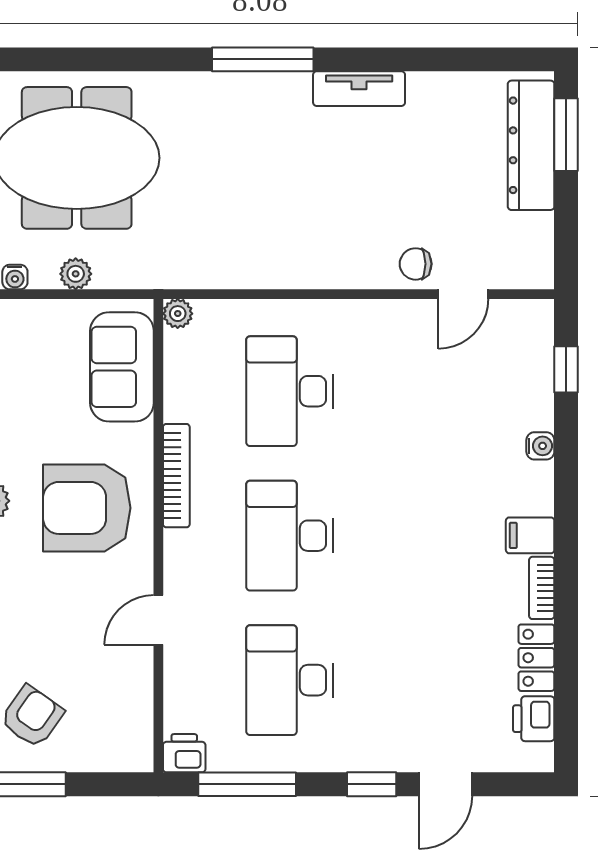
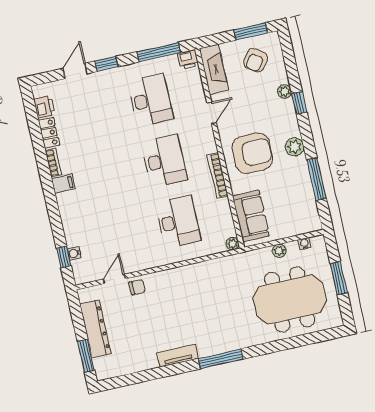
dresser: (531, 145) -> (95, 329), moved
water cooler: (540, 446) -> (74, 253), moved
fireplace: (131, 717) -> (214, 69), added

